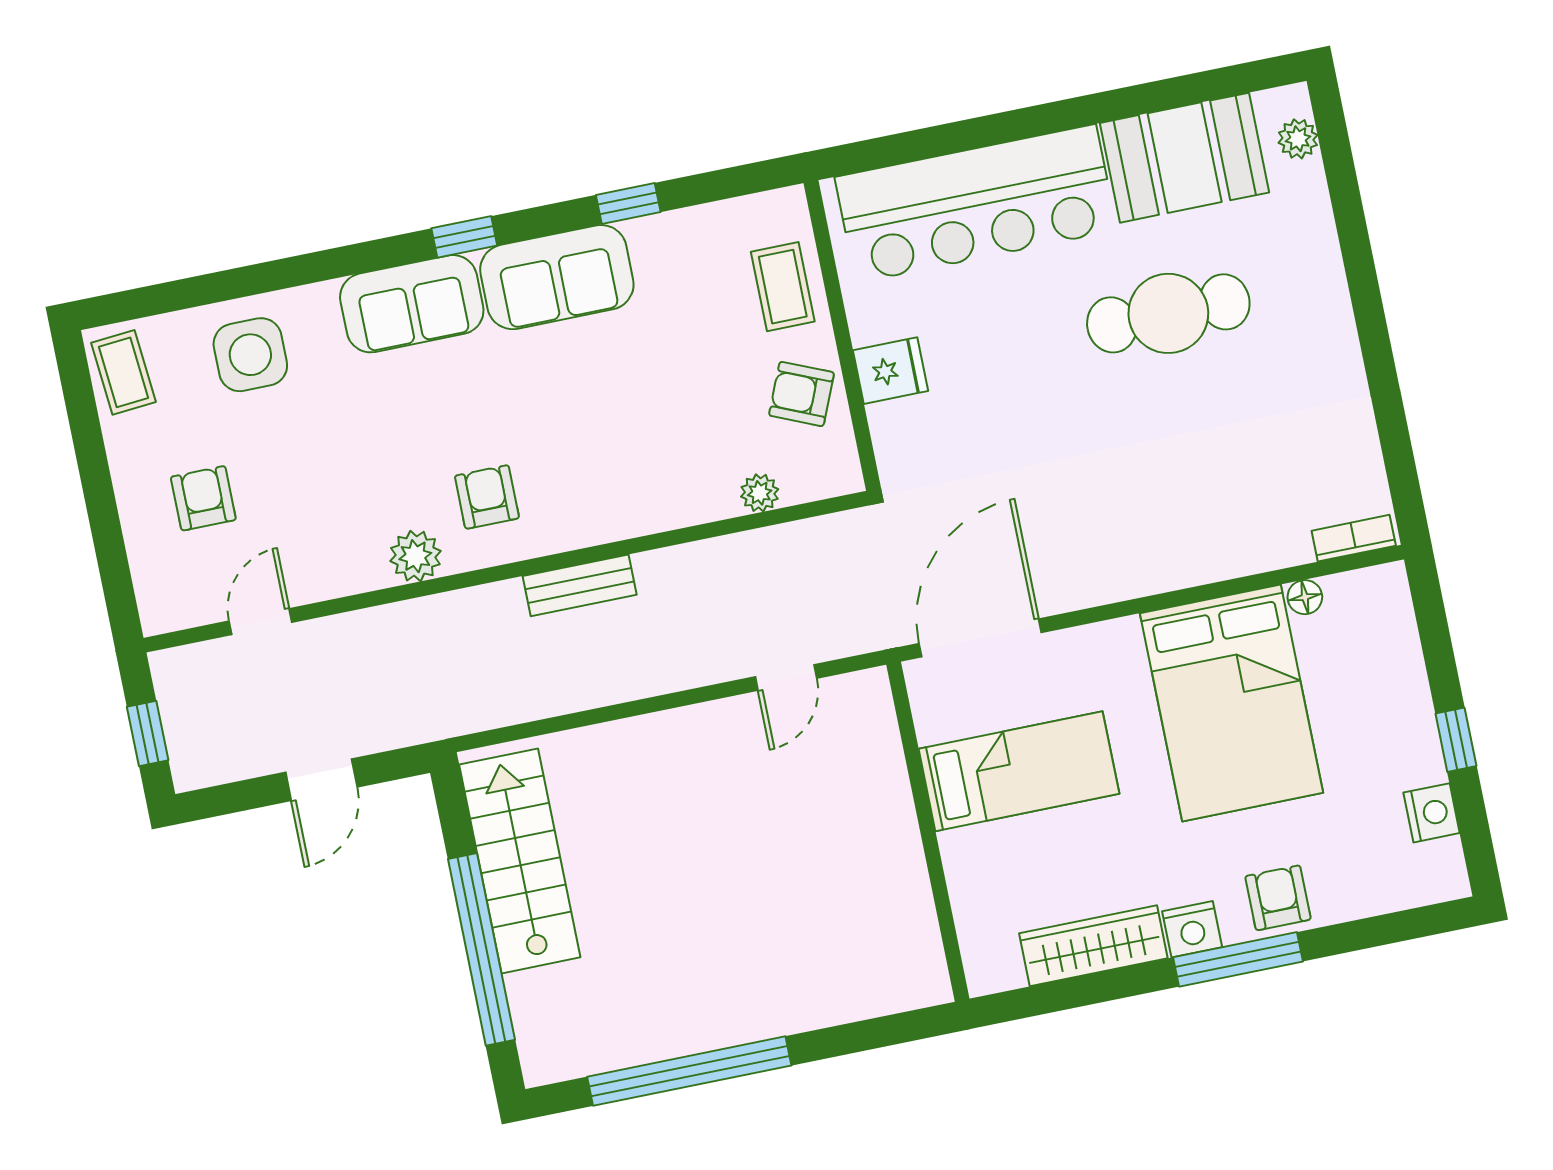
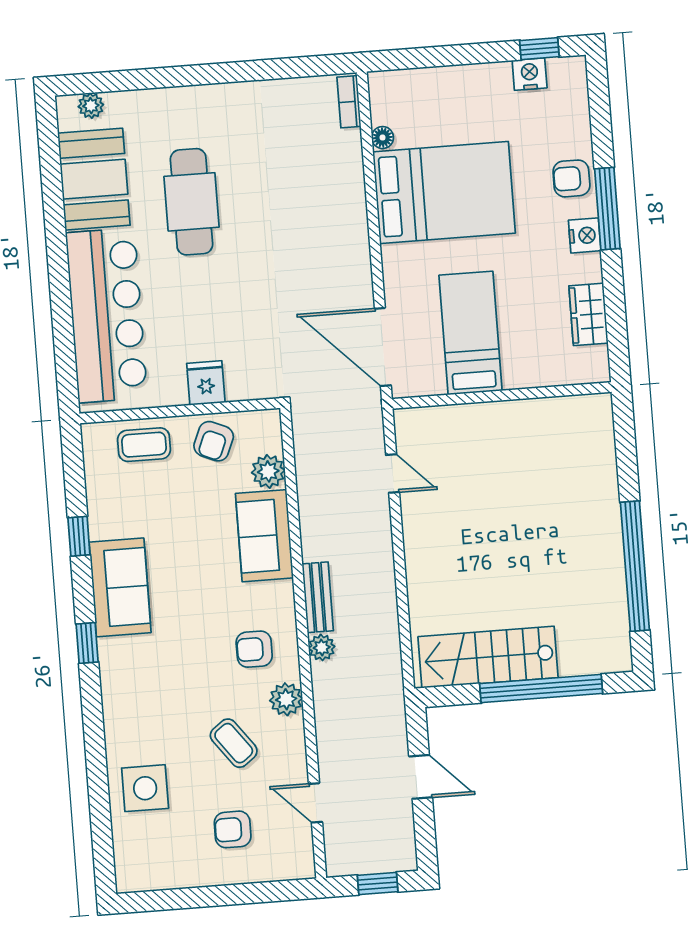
sofa: (412, 304) -> (264, 536), moved, turned 180
coffee table: (124, 372) -> (234, 743), moved, turned 58
plant: (760, 493) -> (268, 471), width x1.38, depth x1.38
plant: (503, 601) -> (322, 647), added
window: (1456, 740) -> (539, 49), moved
wardrobe: (1093, 946) -> (588, 314), width x0.67

